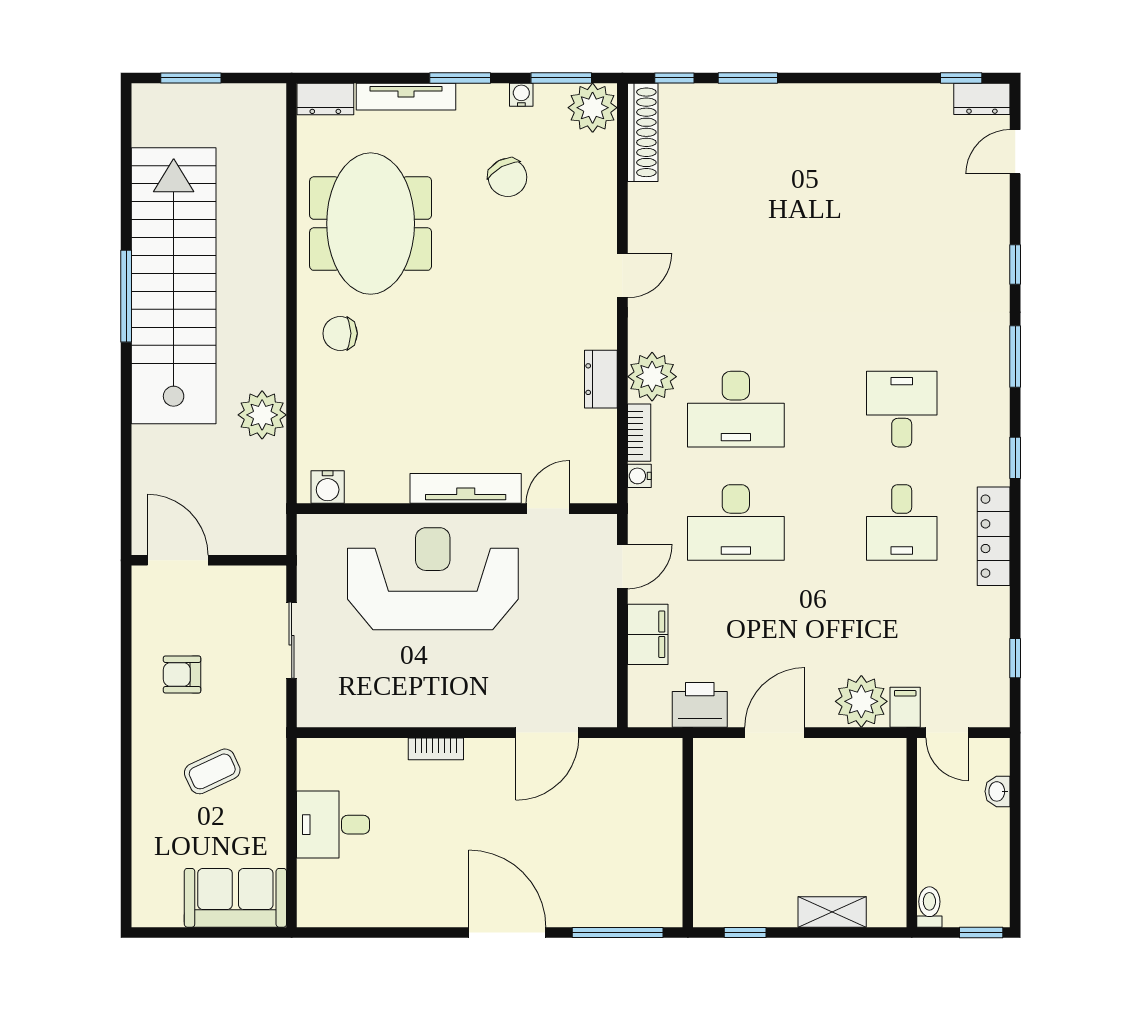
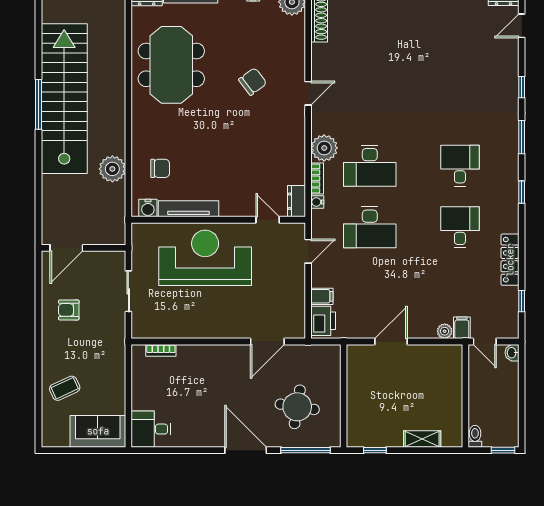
chair: (508, 177) -> (253, 82), moved, turned -99
chair: (340, 333) -> (160, 168), moved, turned 180
dresser: (601, 379) -> (296, 201), moved
tv unit: (466, 488) -> (188, 209), moved
door: (548, 509) -> (268, 220), hinge flipped
desk: (902, 522) -> (460, 227), turned 180
locker: (994, 536) -> (510, 260), moved
door: (178, 560) -> (66, 248), swing flipped
filing cabinet: (648, 634) -> (322, 296), width x0.50
plant: (861, 701) -> (445, 331), width x0.53, depth x0.53
printer: (700, 705) -> (323, 321), moved, turned 90
bookcase: (436, 749) -> (161, 350), moved
coffee table: (212, 771) -> (65, 388), moved
washbasin: (998, 791) -> (512, 353), moved
desk: (333, 825) -> (151, 429), moved
round table: (602, 853) -> (297, 407), added

